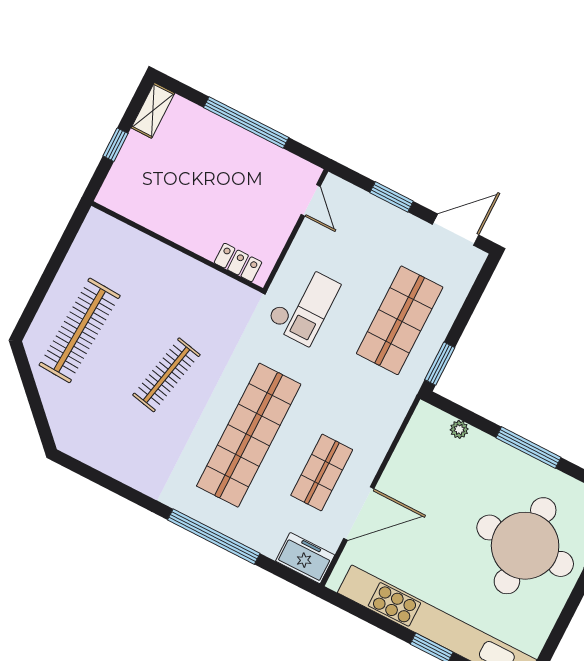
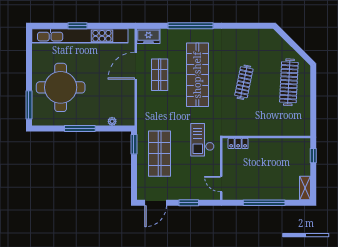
window: (115, 145) -> (313, 156), moved

